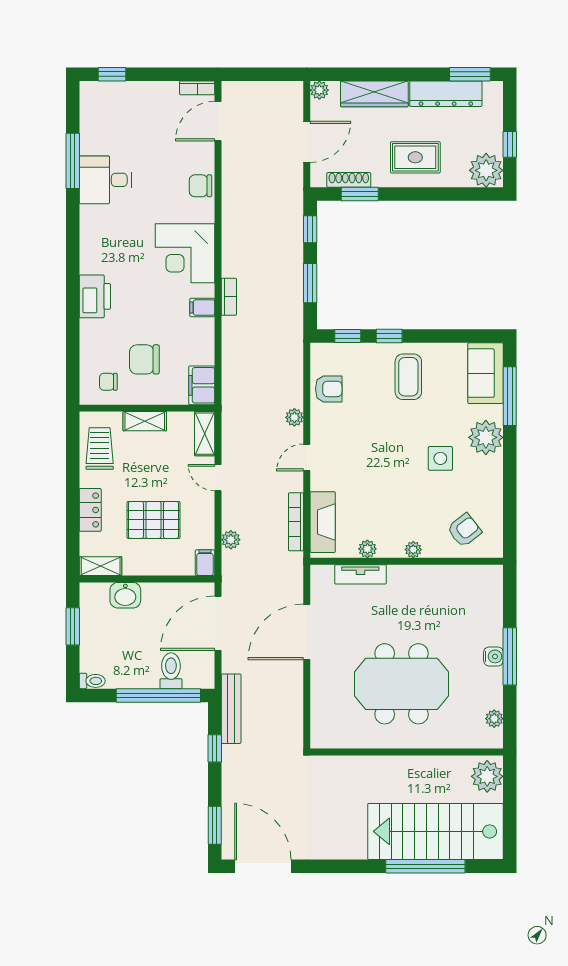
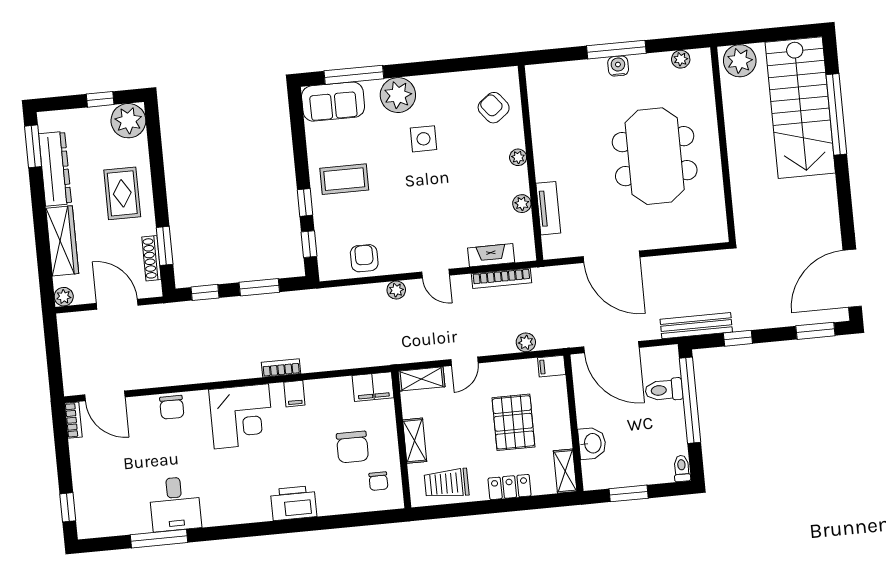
fireplace: (323, 522) -> (491, 255), width x0.73, depth x0.76

